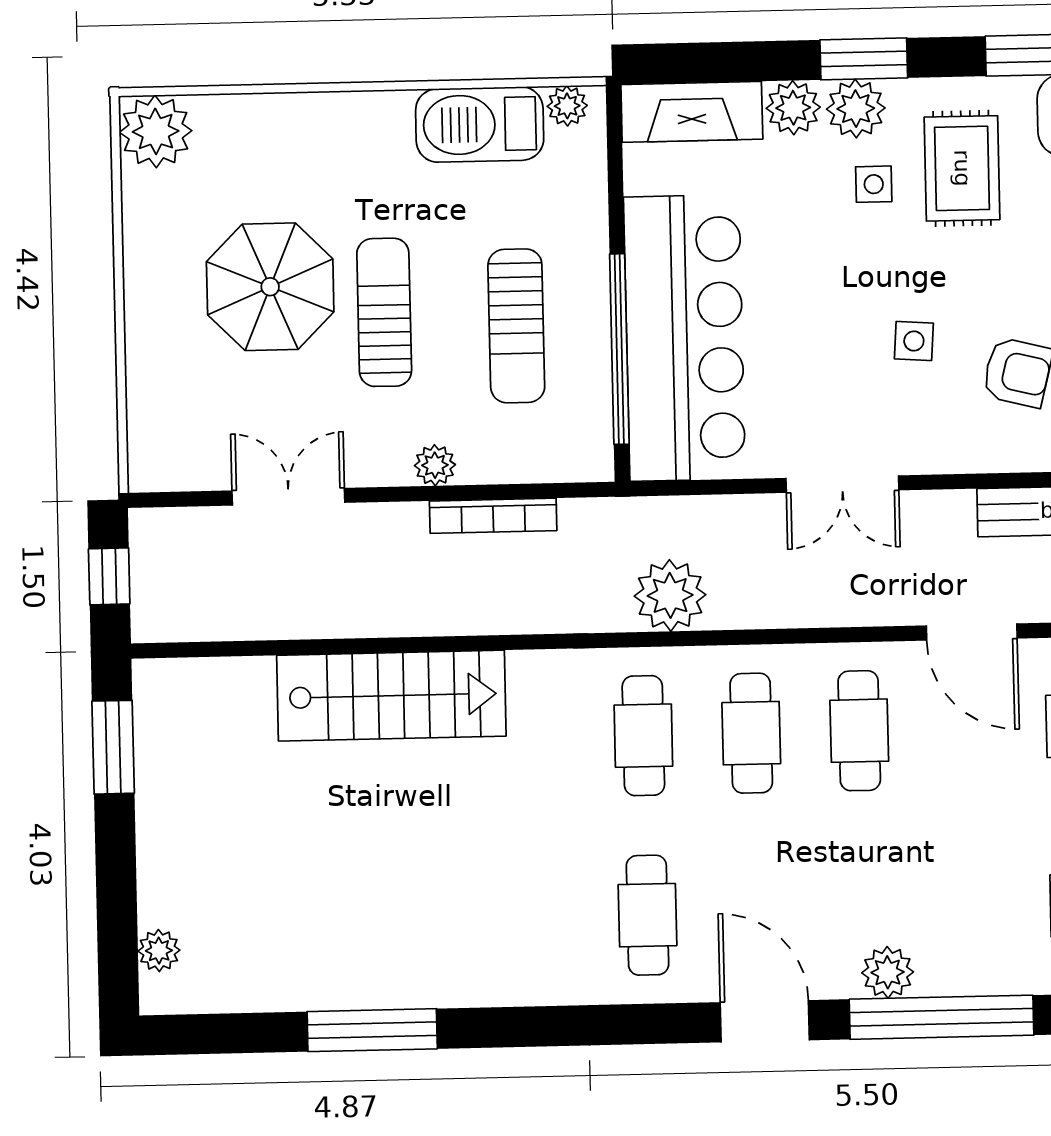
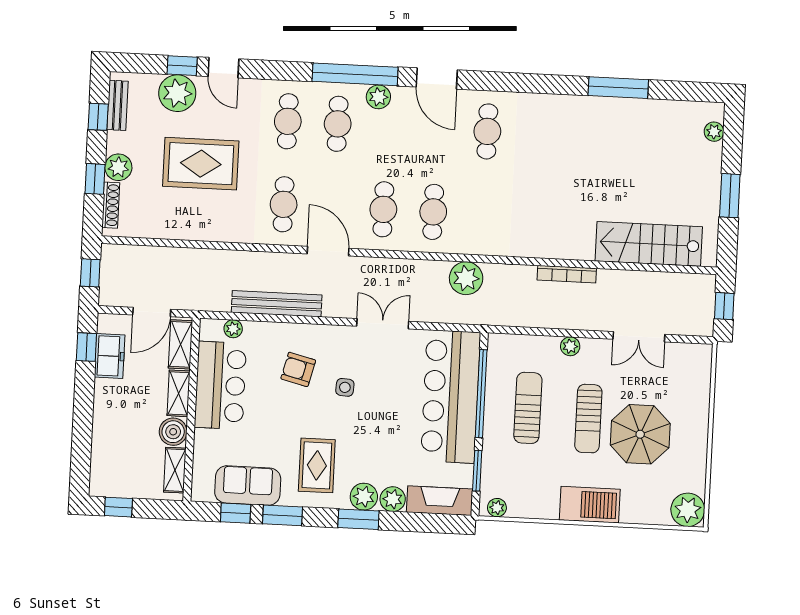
barbecue: (480, 125) -> (590, 505), moved
window: (616, 182) -> (477, 471), added
side table: (874, 184) -> (358, 461), removed
bookcase: (493, 516) -> (567, 274), moved, turned 180
stairs: (391, 696) -> (649, 244), moved
cafe table: (643, 736) -> (338, 124), moved
window: (113, 747) -> (730, 196), moved

